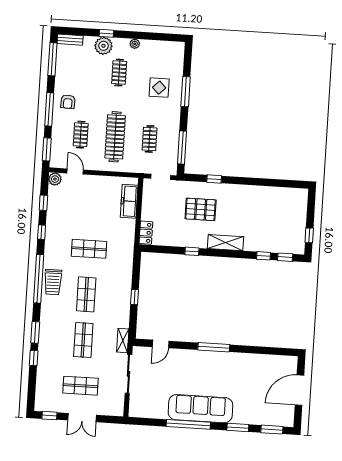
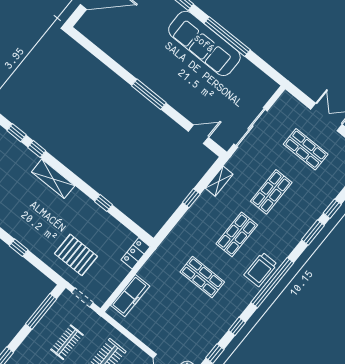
window: (214, 179) -> (19, 248), moved
pallet: (201, 209) -> (76, 255), moved
shelving: (225, 243) -> (53, 179), moved
trolley: (53, 282) -> (261, 270), turned 180
shelving: (123, 340) -> (219, 181), moved

